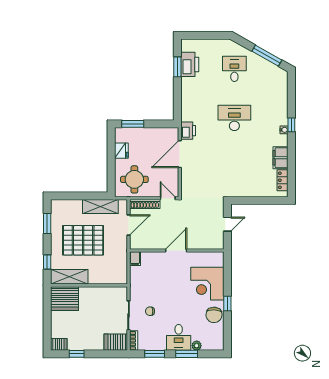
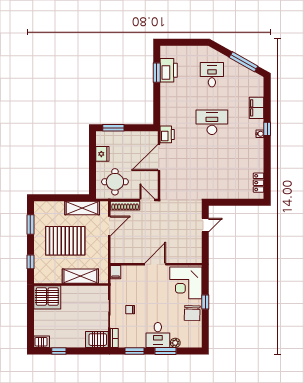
filing cabinet: (280, 158) -> (257, 108), moved
door: (176, 250) -> (155, 264), moved
wall: (177, 250) -> (156, 264), moved
filing cabinet: (135, 259) -> (116, 272), moved
shelving: (69, 277) -> (80, 276), moved

